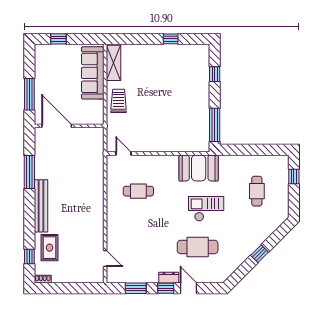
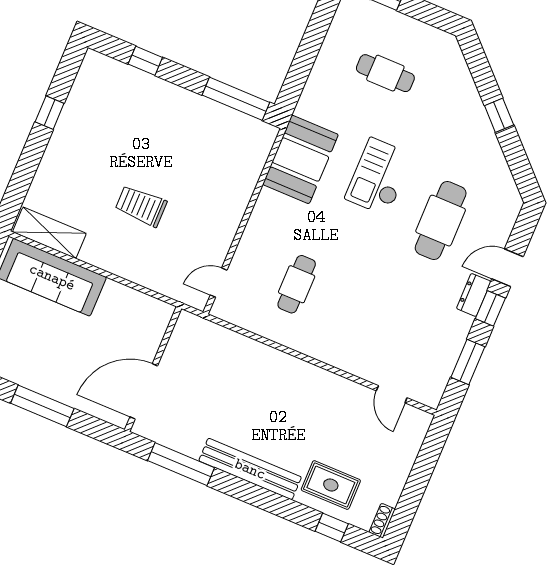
trolley: (119, 101) -> (141, 206), moved
door: (57, 126) -> (144, 391), moved
wall: (69, 126) -> (153, 369), moved
door: (105, 258) -> (392, 394), swing flipped

